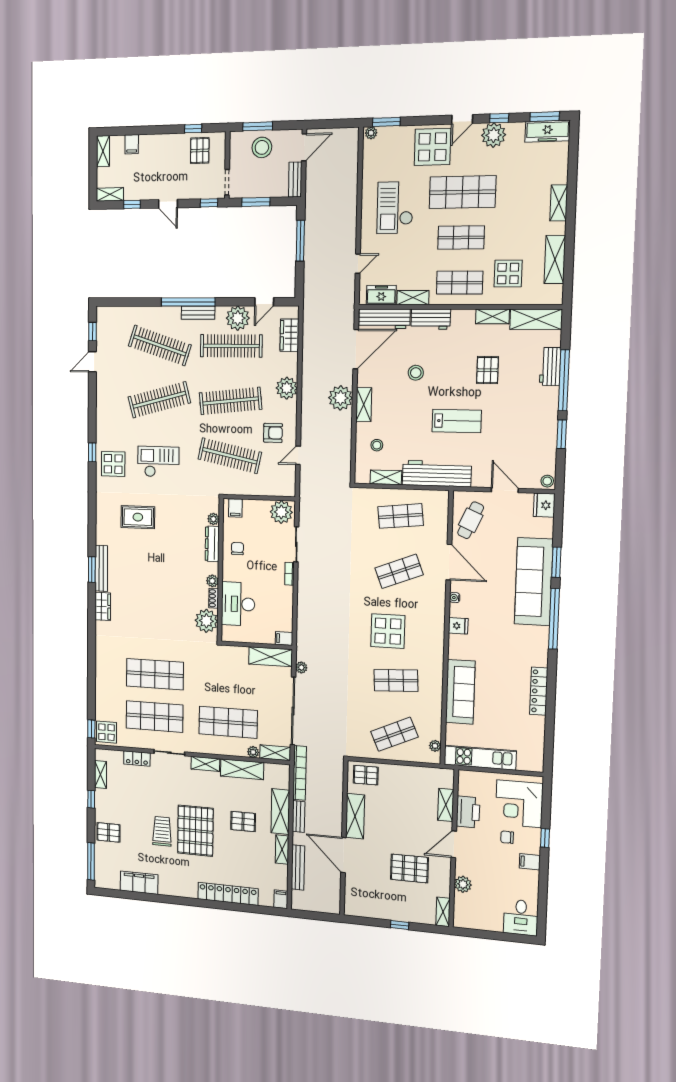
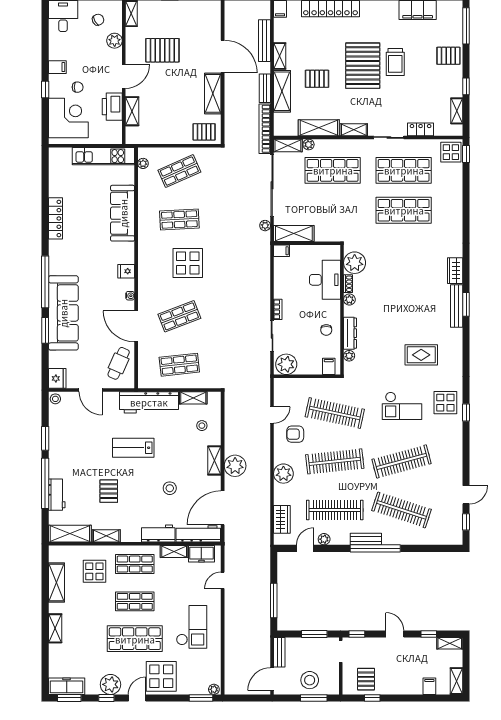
plant: (238, 318) -> (324, 539), width x0.53, depth x0.53
chair: (481, 909) -> (98, 20), added

